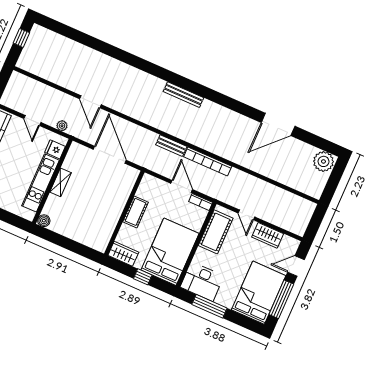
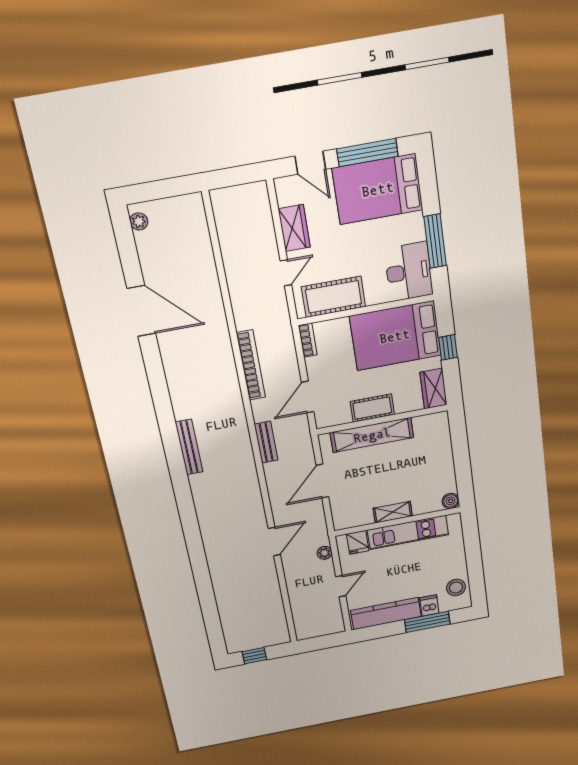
bench: (171, 146) -> (266, 442), moved
door: (110, 155) -> (322, 481), width x0.73
plant: (323, 161) -> (139, 221), width x0.53, depth x0.53
door: (182, 186) -> (308, 397), moved
shelving: (119, 201) -> (372, 435), added

